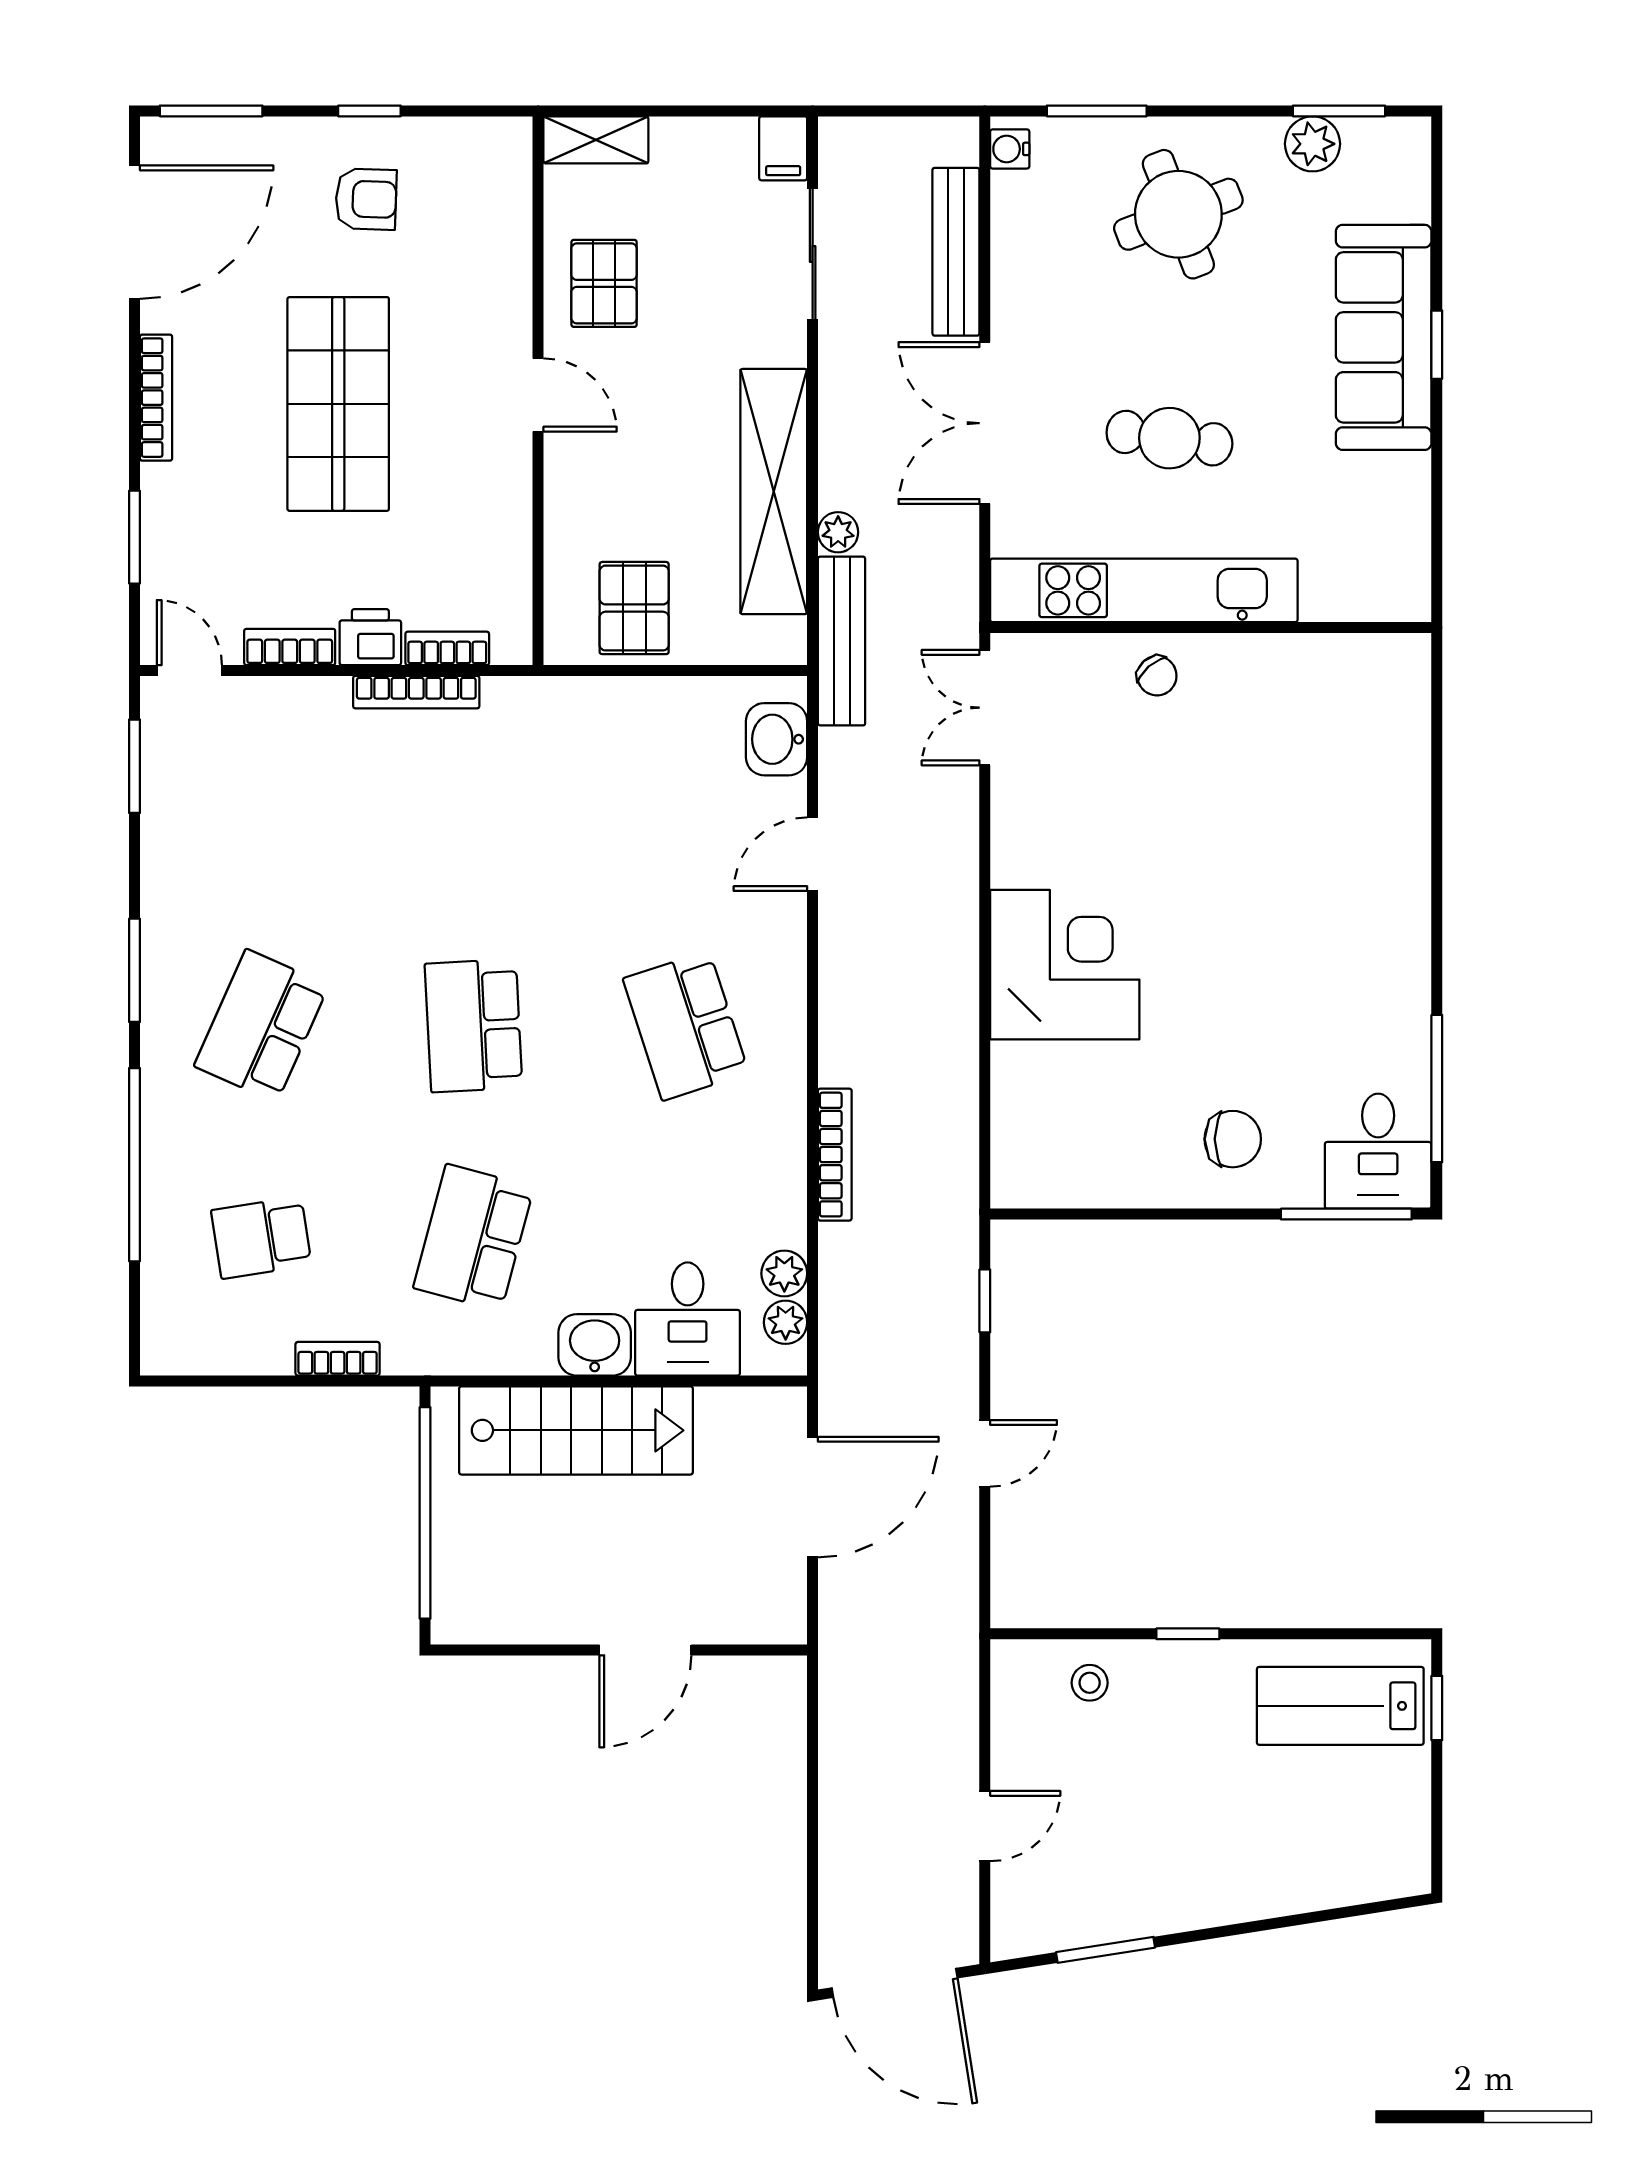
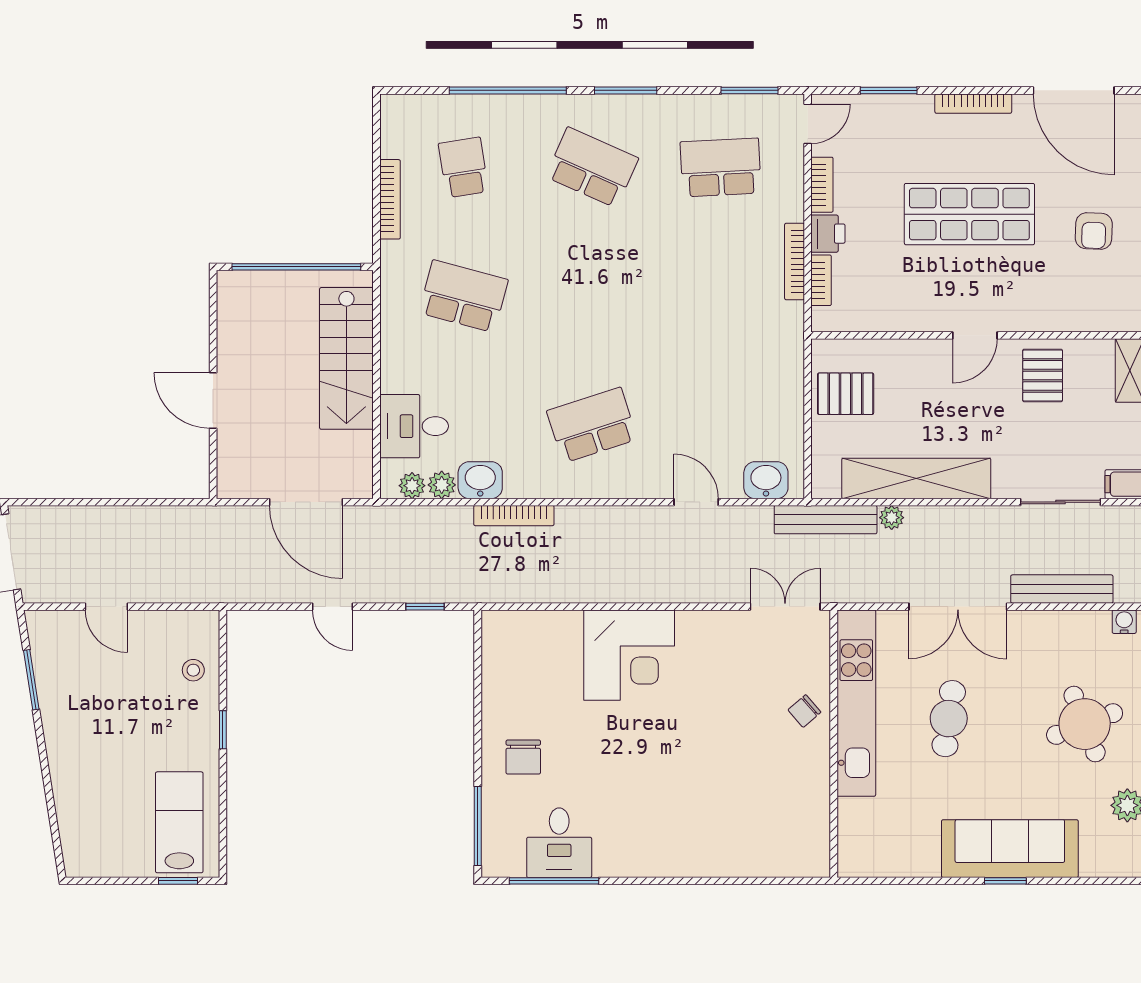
pallet: (604, 283) -> (1043, 375), turned 90
double door: (985, 423) -> (958, 607), swing flipped
school desk: (474, 1026) -> (721, 167), moved
desk: (1378, 1151) -> (559, 843), moved, turned -90
washbasin: (595, 1345) -> (480, 480), moved, turned -90
bookcase: (338, 1359) -> (390, 199), width x1.56

